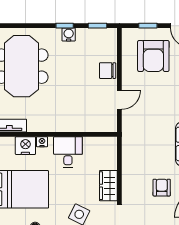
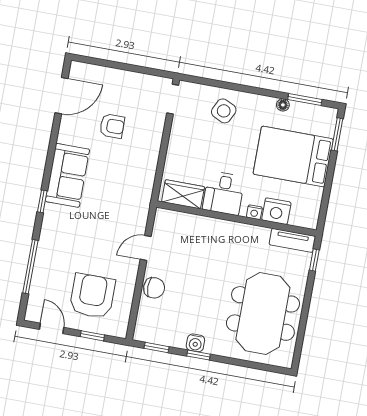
wardrobe: (108, 186) -> (183, 194), moved, turned -90
armchair: (162, 188) -> (112, 126), turned -90

